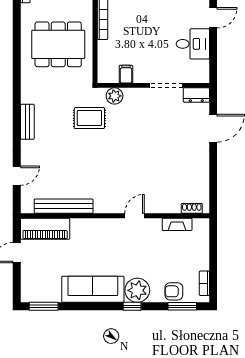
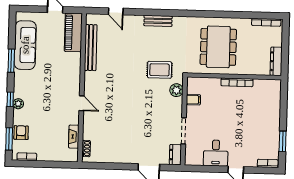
rug: (89, 118) -> (160, 70), turned 90
sofa: (93, 289) -> (25, 45), moved
plant: (137, 290) -> (18, 104), width x0.53, depth x0.53
window: (44, 306) -> (11, 61), moved

